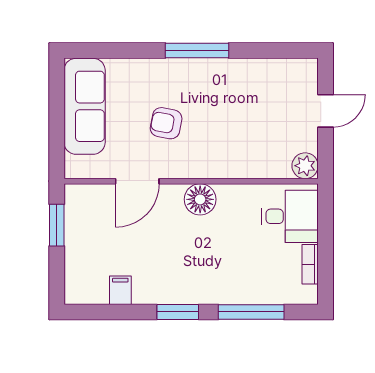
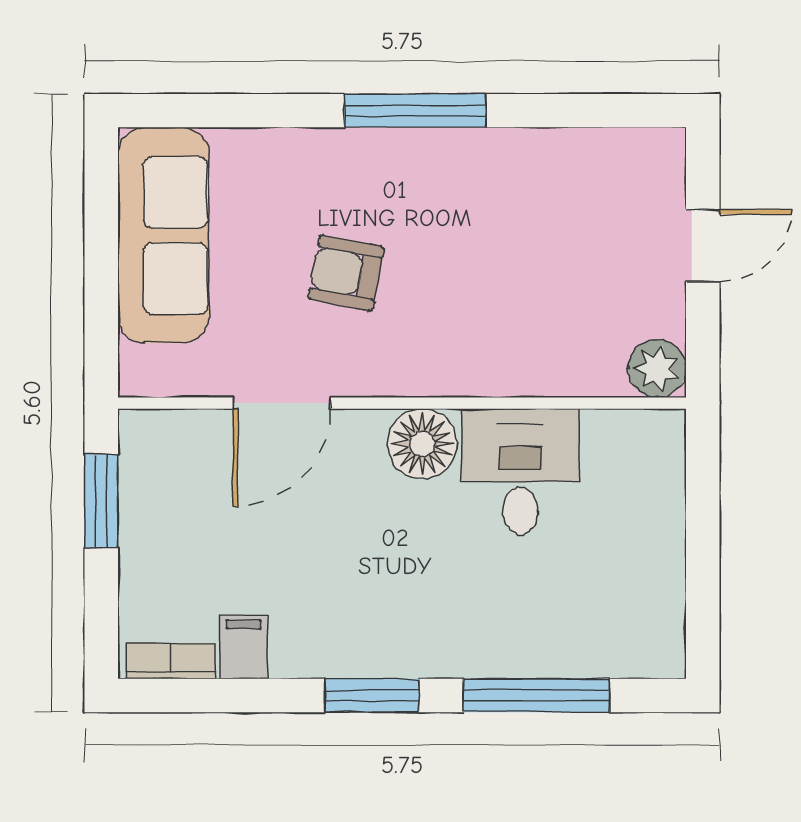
desk: (290, 216) -> (520, 472), moved, turned -90
bookcase: (310, 264) -> (171, 661), moved, turned 90

